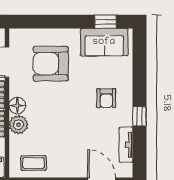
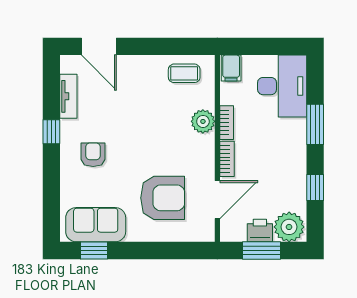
floor lamp: (17, 106) -> (204, 145), removed

